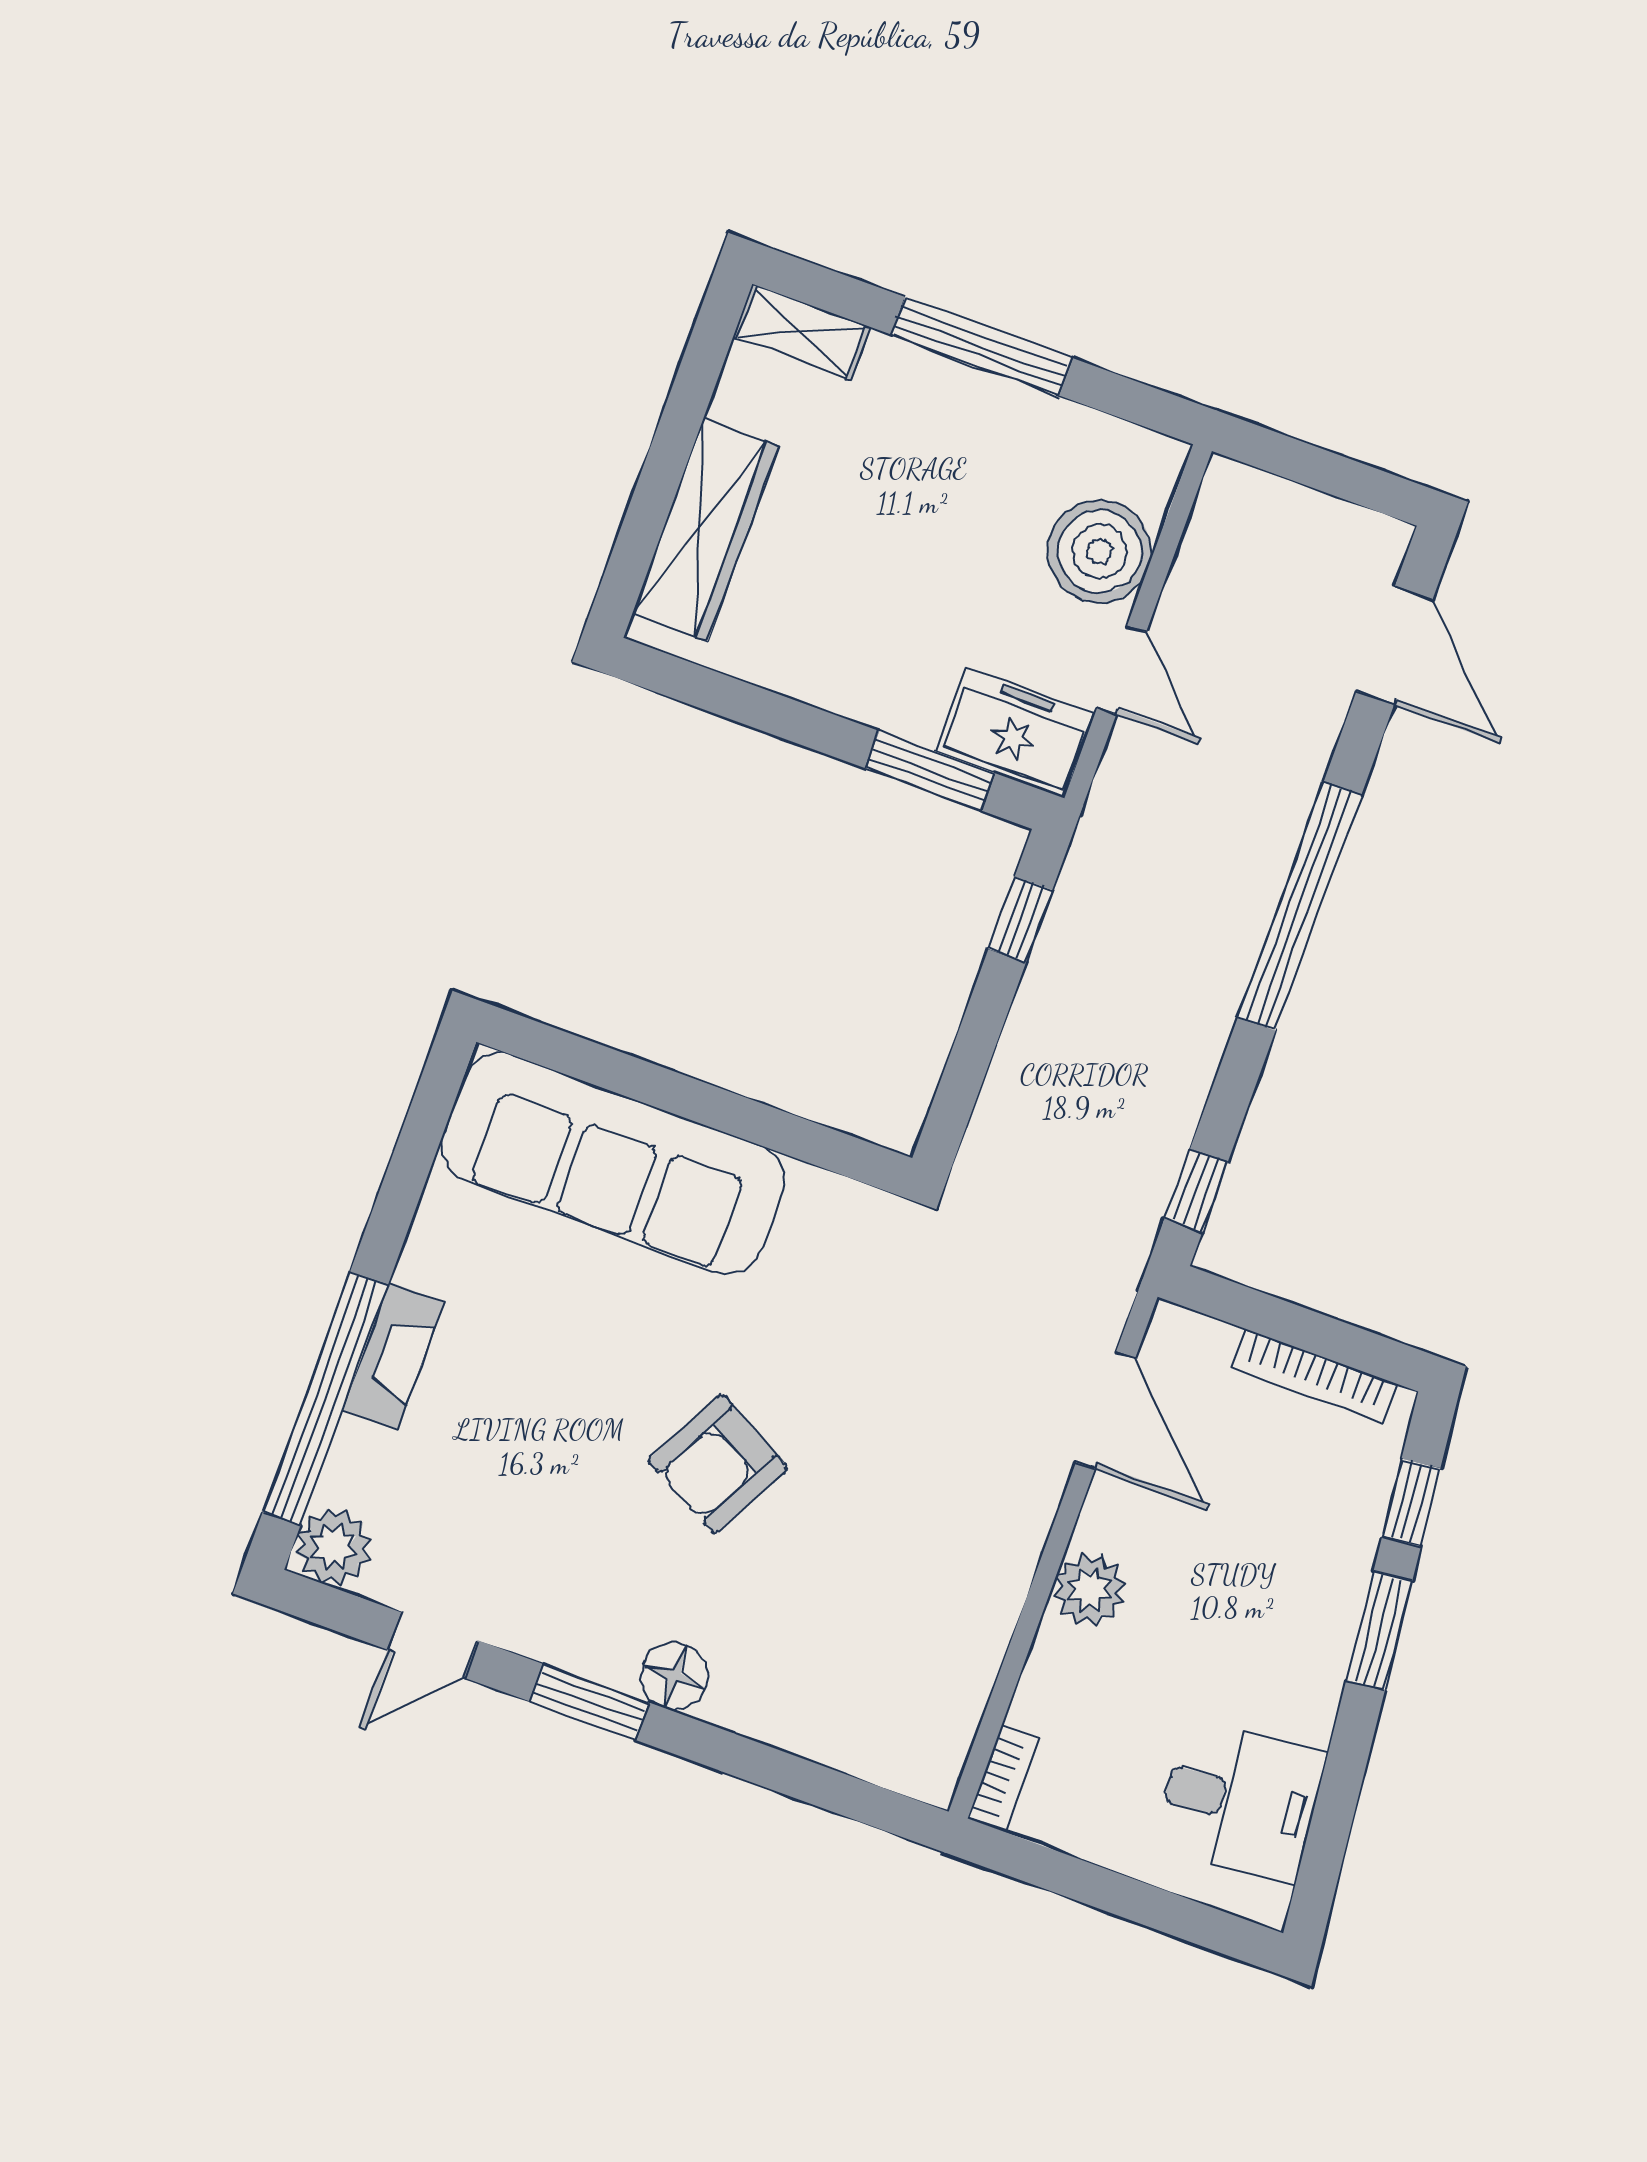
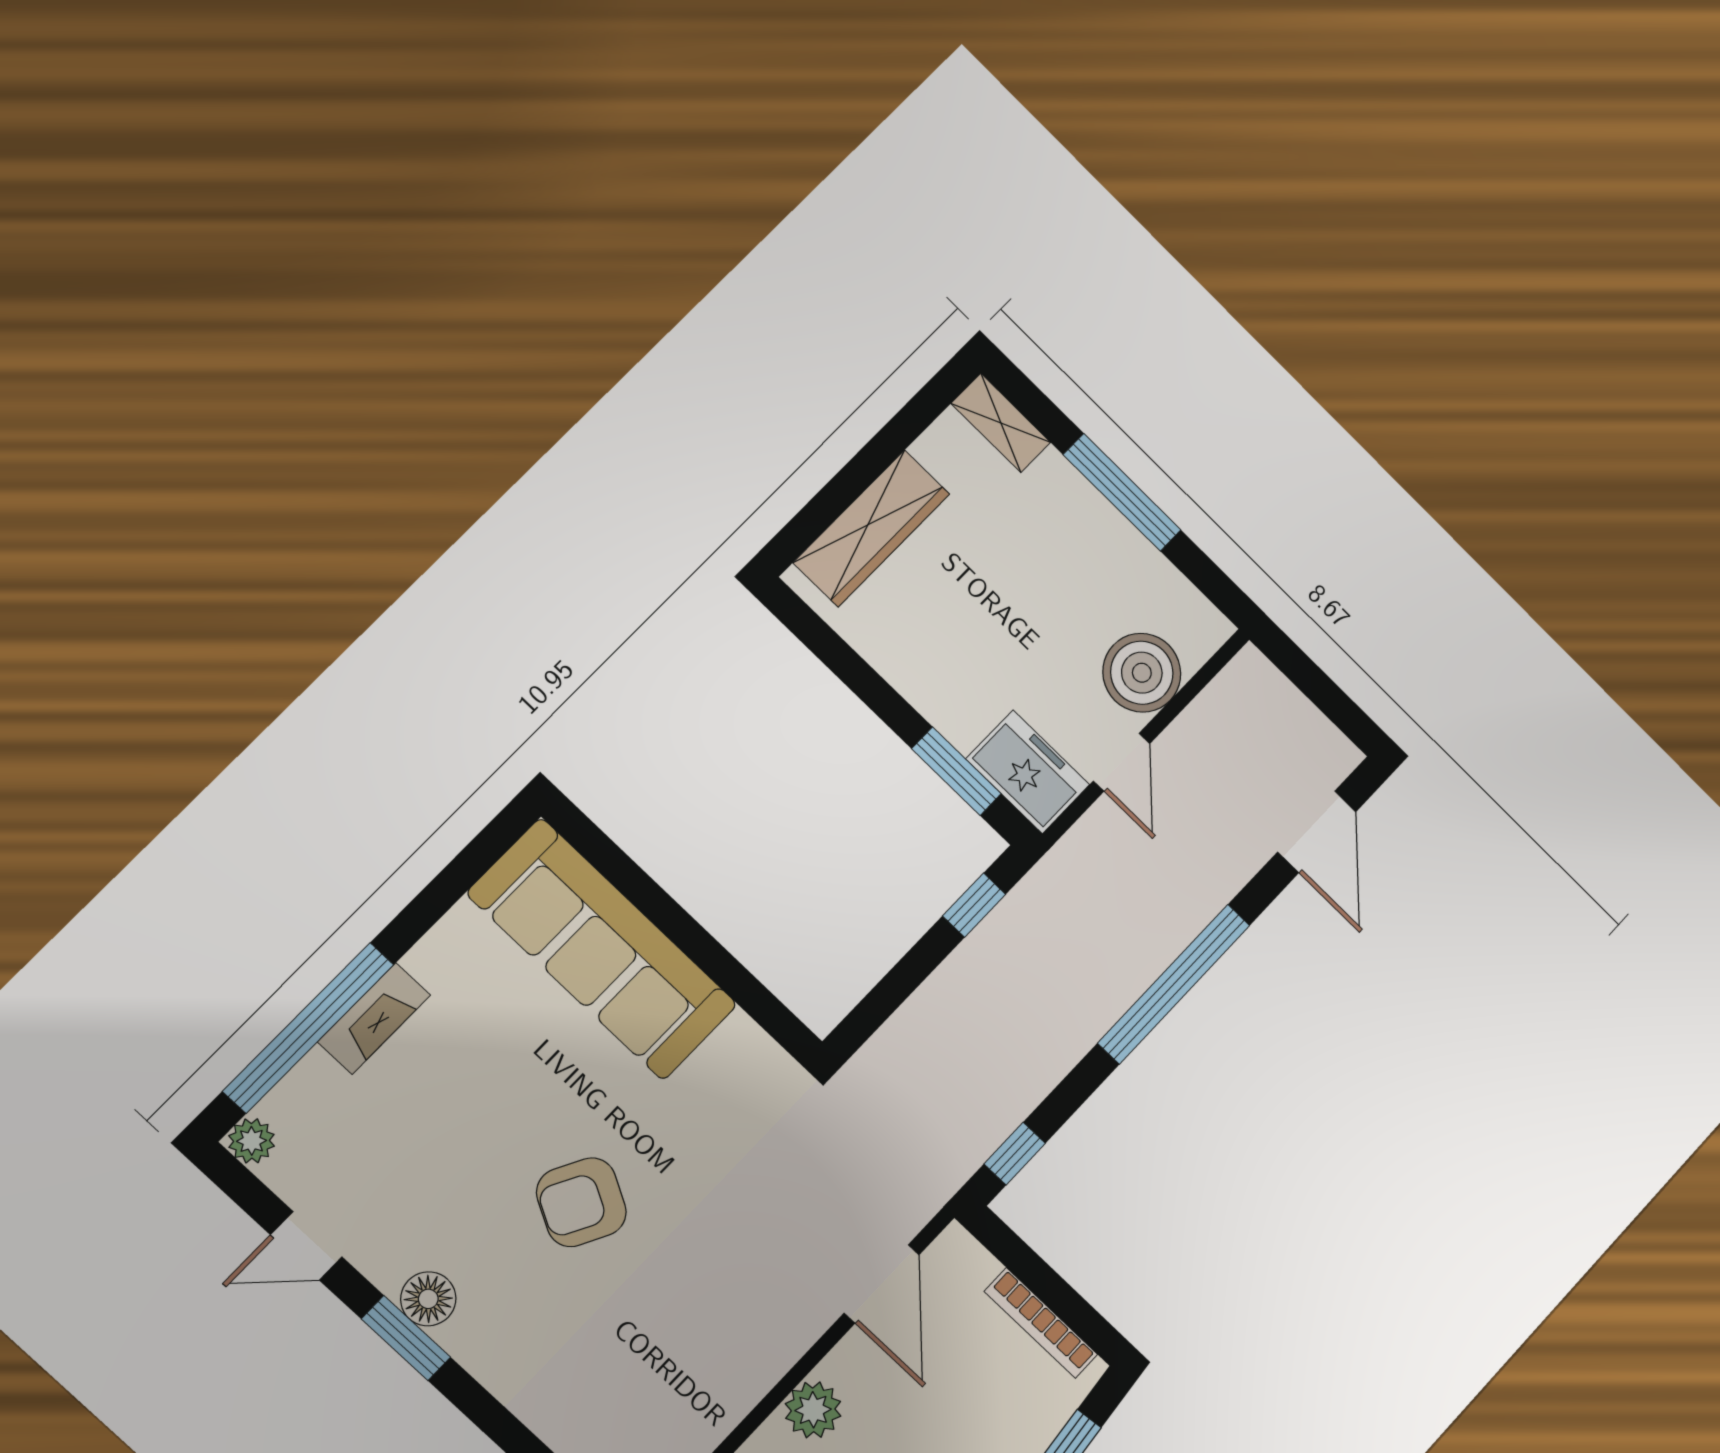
plant: (334, 1547) -> (252, 1141), width x0.73, depth x0.73
floor lamp: (674, 1676) -> (428, 1299), moved

